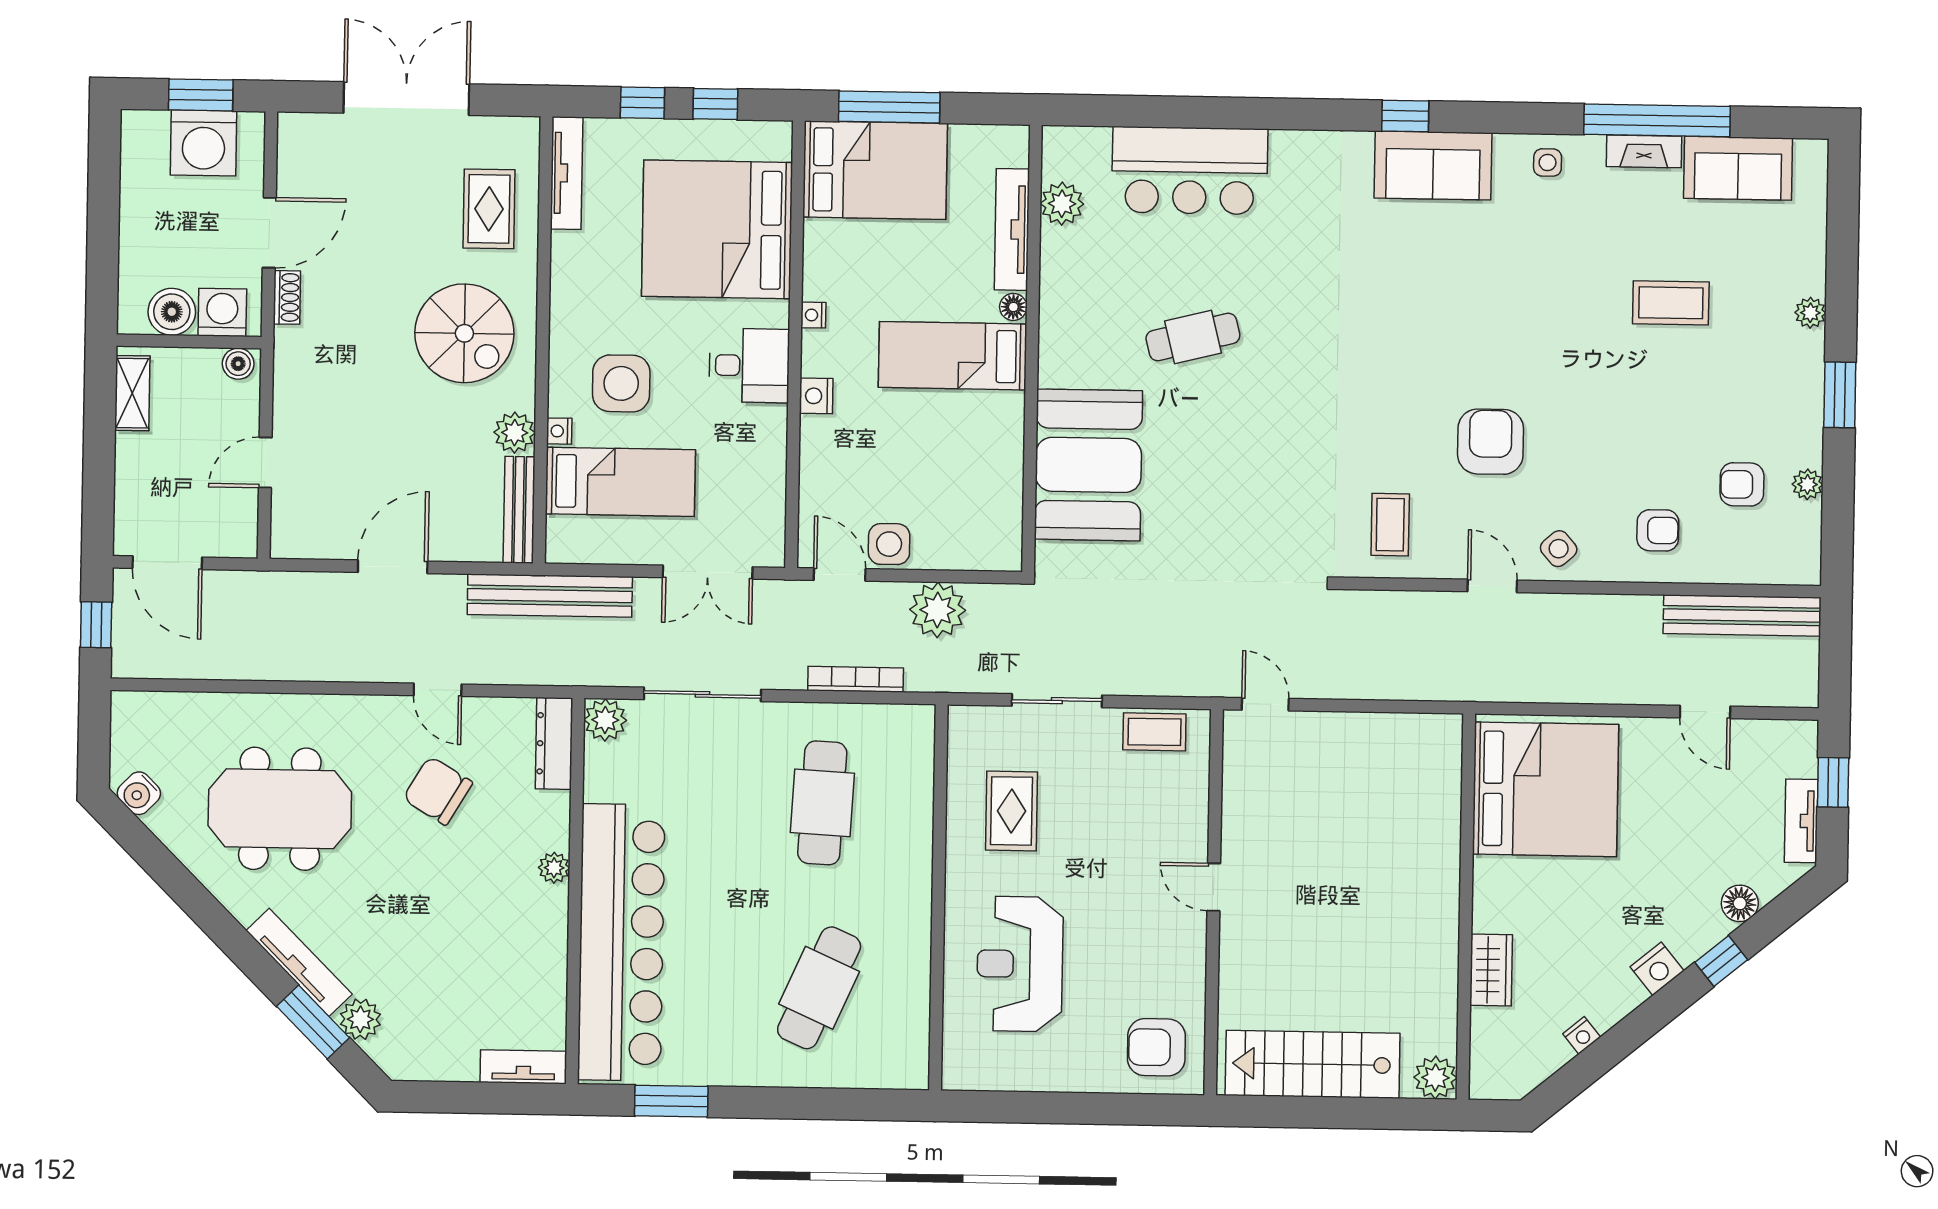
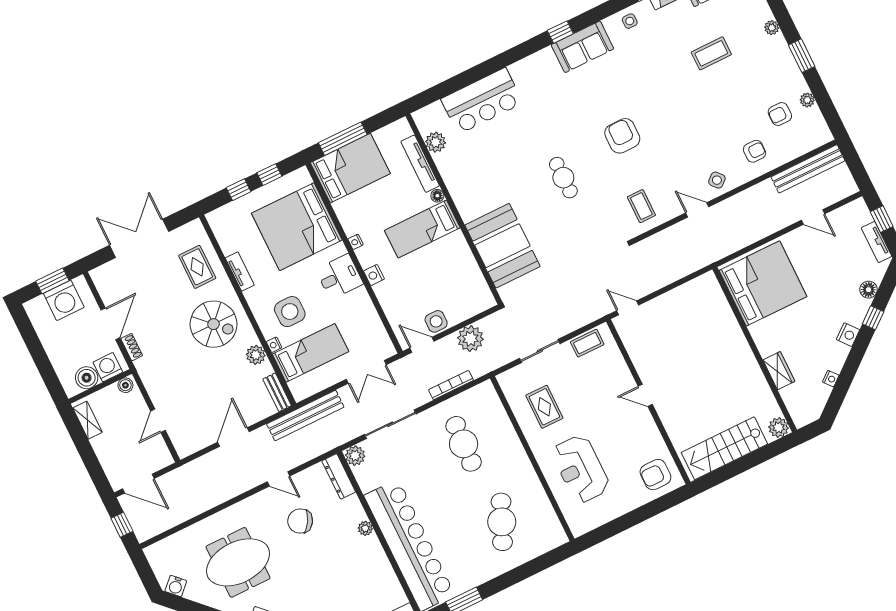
tv unit: (567, 173) -> (240, 272), moved, width x0.71
cafe table: (1193, 337) -> (563, 178), moved, turned -76
armchair: (1491, 442) -> (622, 136), moved
bench: (519, 510) -> (277, 392), width x0.73

